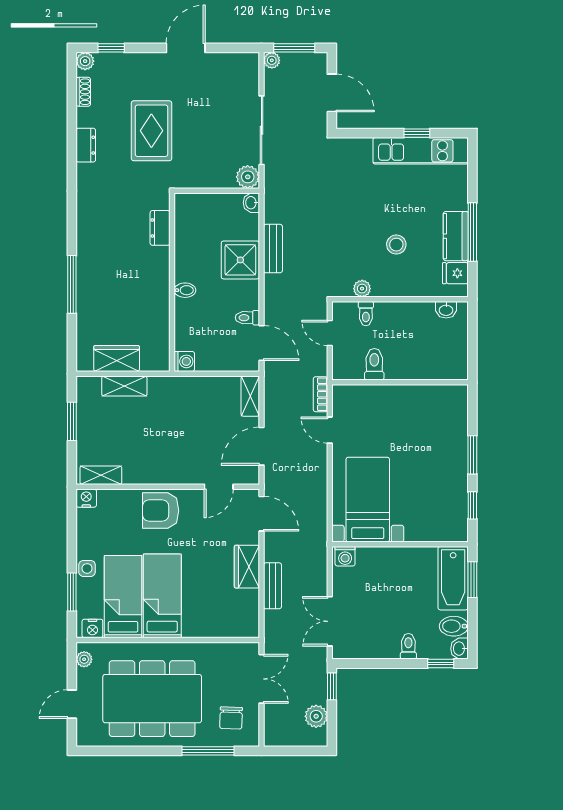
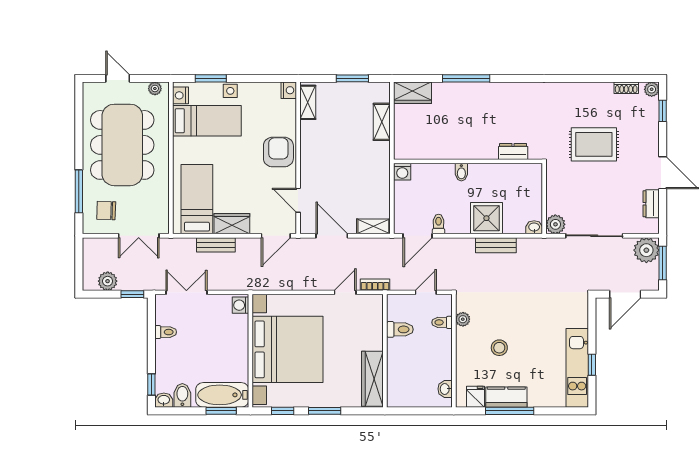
plant: (272, 60) -> (646, 250), width x1.88, depth x1.88
dresser: (86, 145) -> (651, 204), moved, turned 90
wardrobe: (117, 359) -> (413, 93), moved, turned 90
wardrobe: (434, 397) -> (372, 379), added
bed with nightstands: (368, 500) -> (288, 349), width x1.85
bed: (162, 596) -> (197, 199), moved, turned -90
toilet: (408, 646) -> (166, 332), moved

